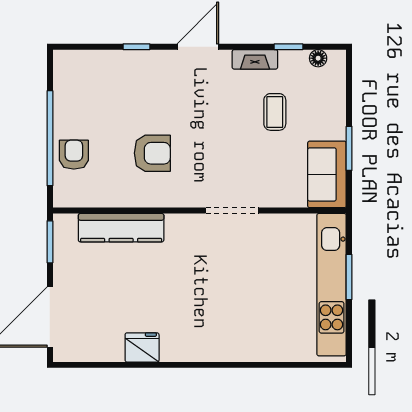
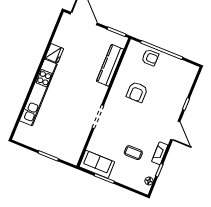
kitchen unit: (332, 285) -> (38, 92), moved, turned 90

